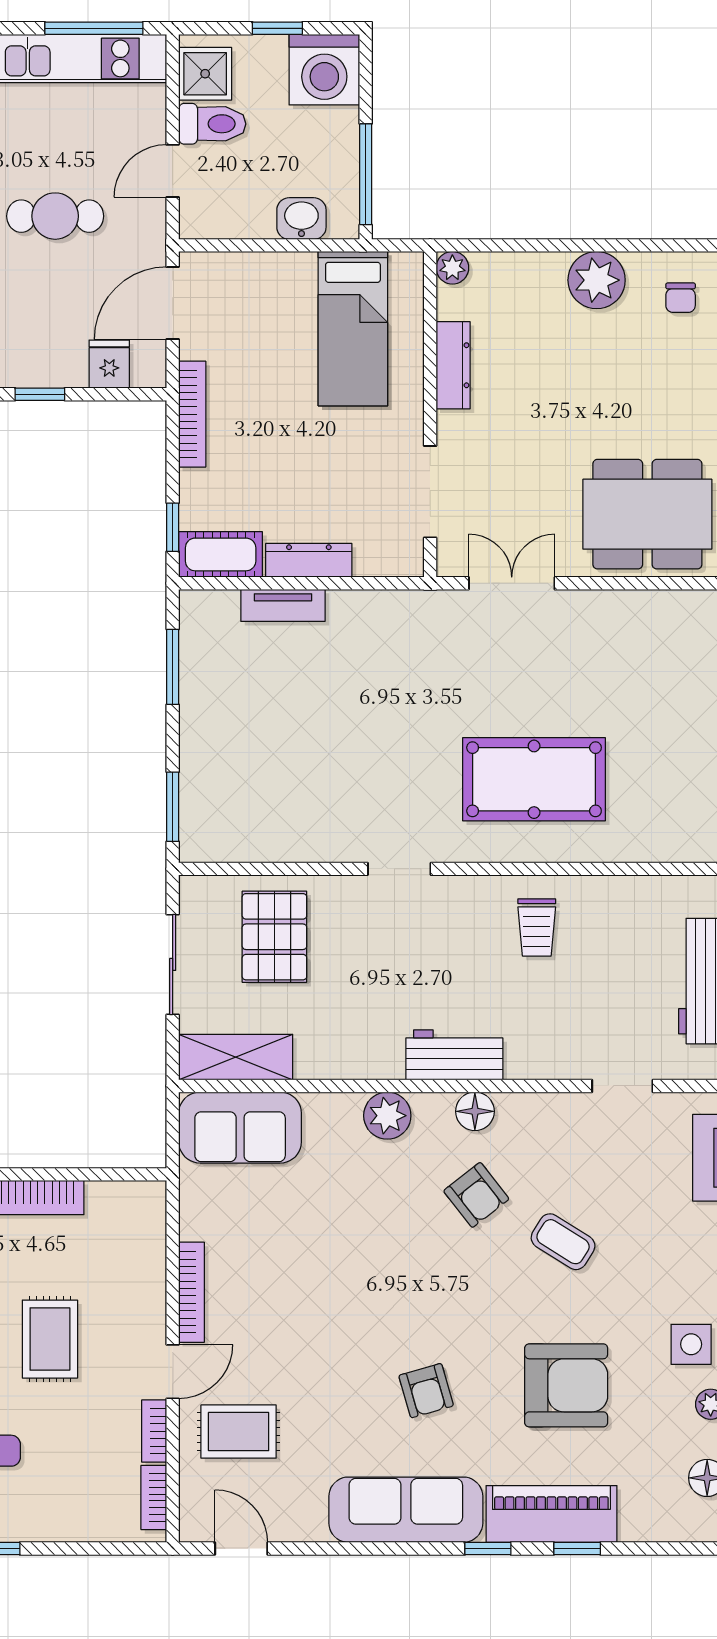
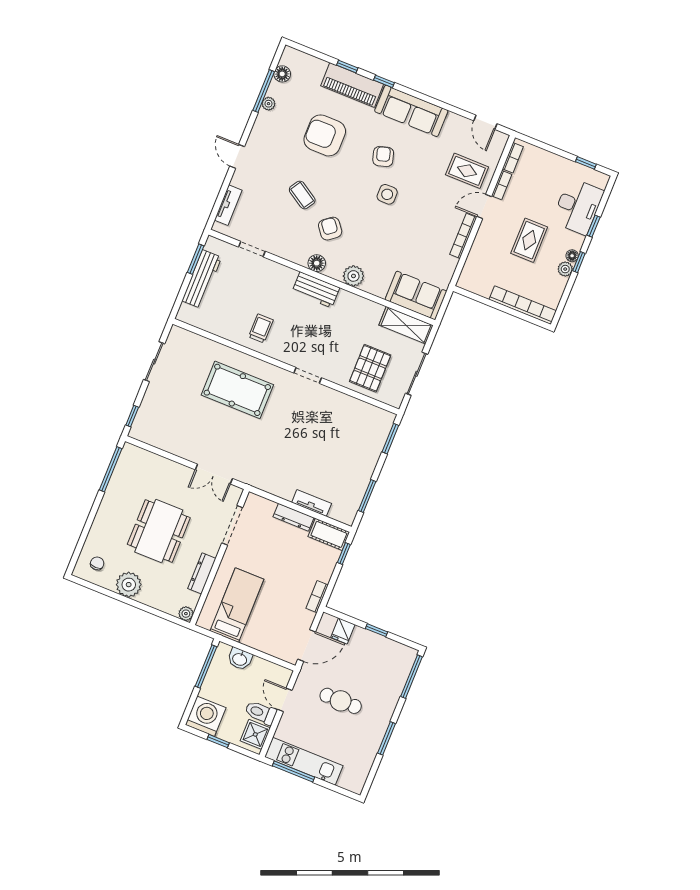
door: (173, 171) -> (285, 700), swing flipped
bookcase: (192, 414) -> (317, 597), width x0.64
dining table: (647, 514) -> (159, 531), moved, turned 90
side table: (691, 1344) -> (387, 194), moved

